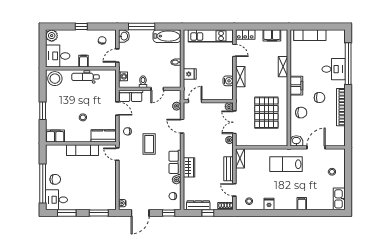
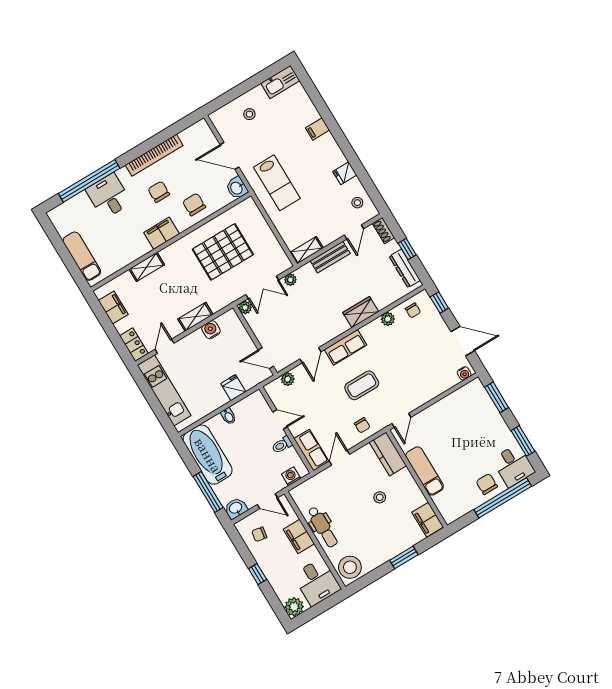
bathtub: (167, 36) -> (208, 455), width x1.36, depth x1.36
filing cabinet: (84, 61) -> (299, 536), width x2.00
row of seats: (175, 162) -> (345, 347), moved

